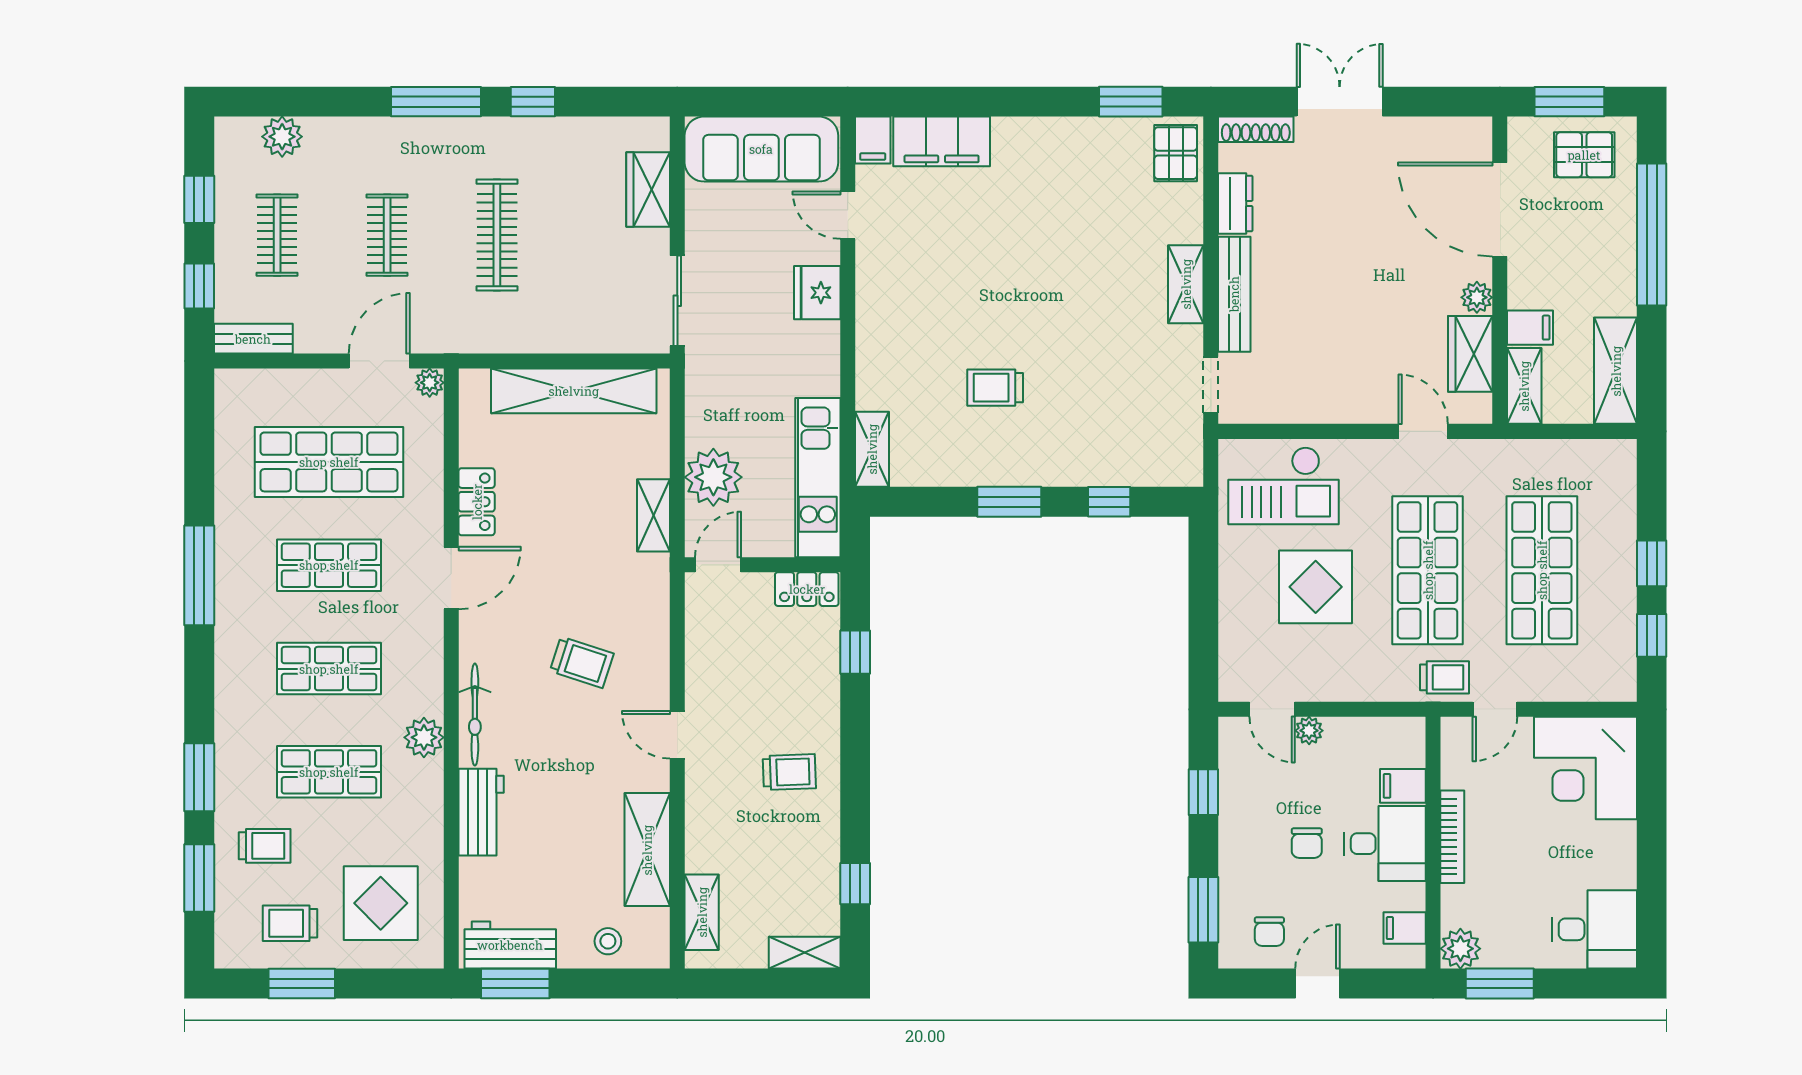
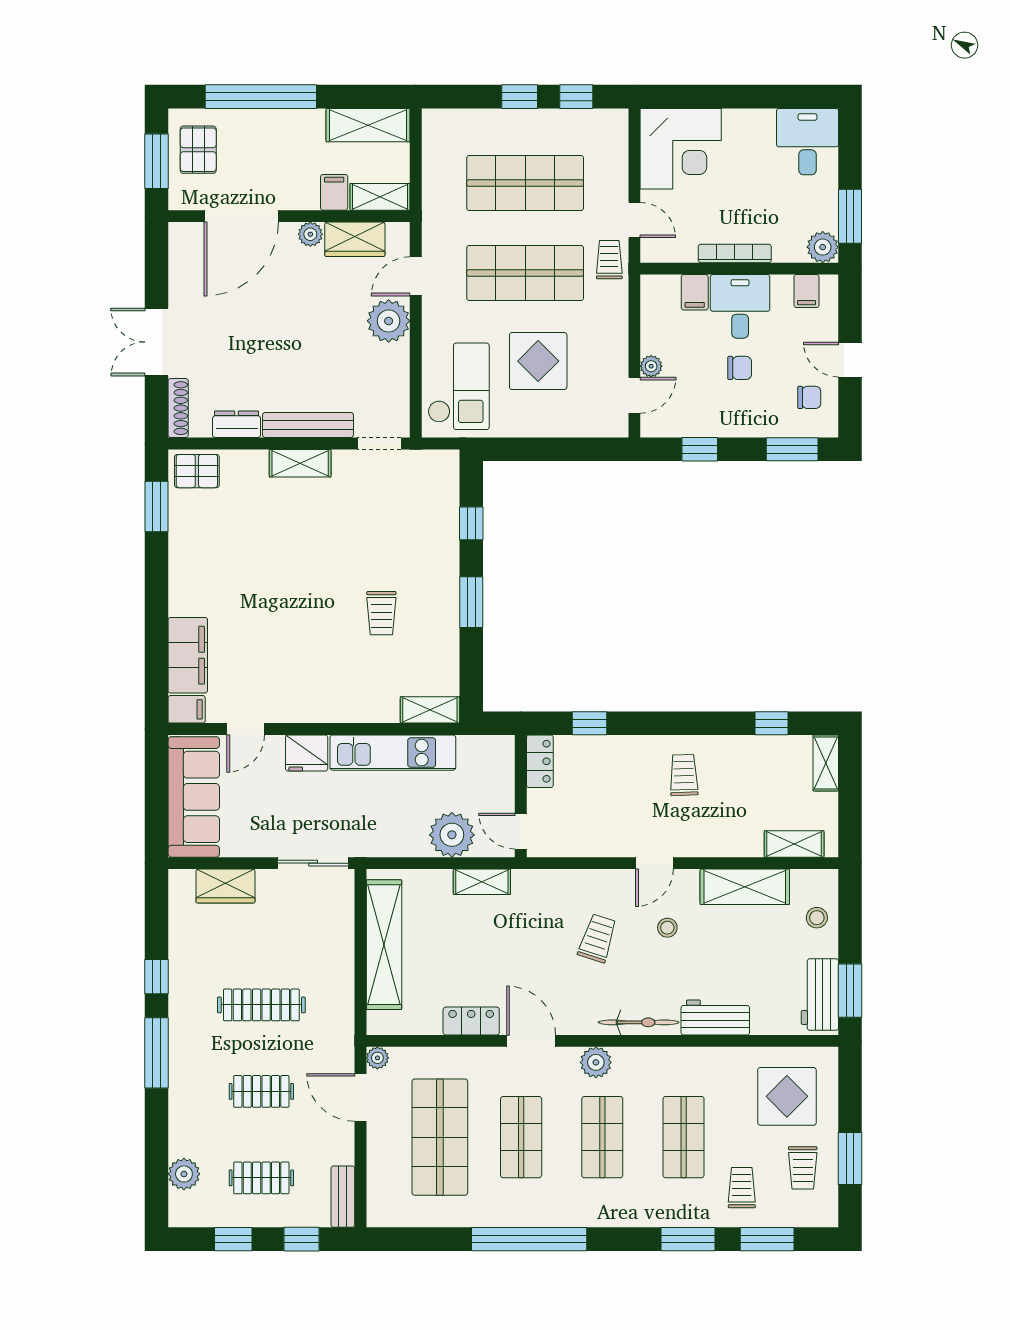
plant: (1366, 397) -> (389, 321), added
kitchen unit: (818, 478) -> (393, 753), moved
window: (199, 575) -> (529, 1239), width x1.46
plant: (424, 737) -> (596, 1062), moved
stool: (595, 751) -> (667, 928), added

